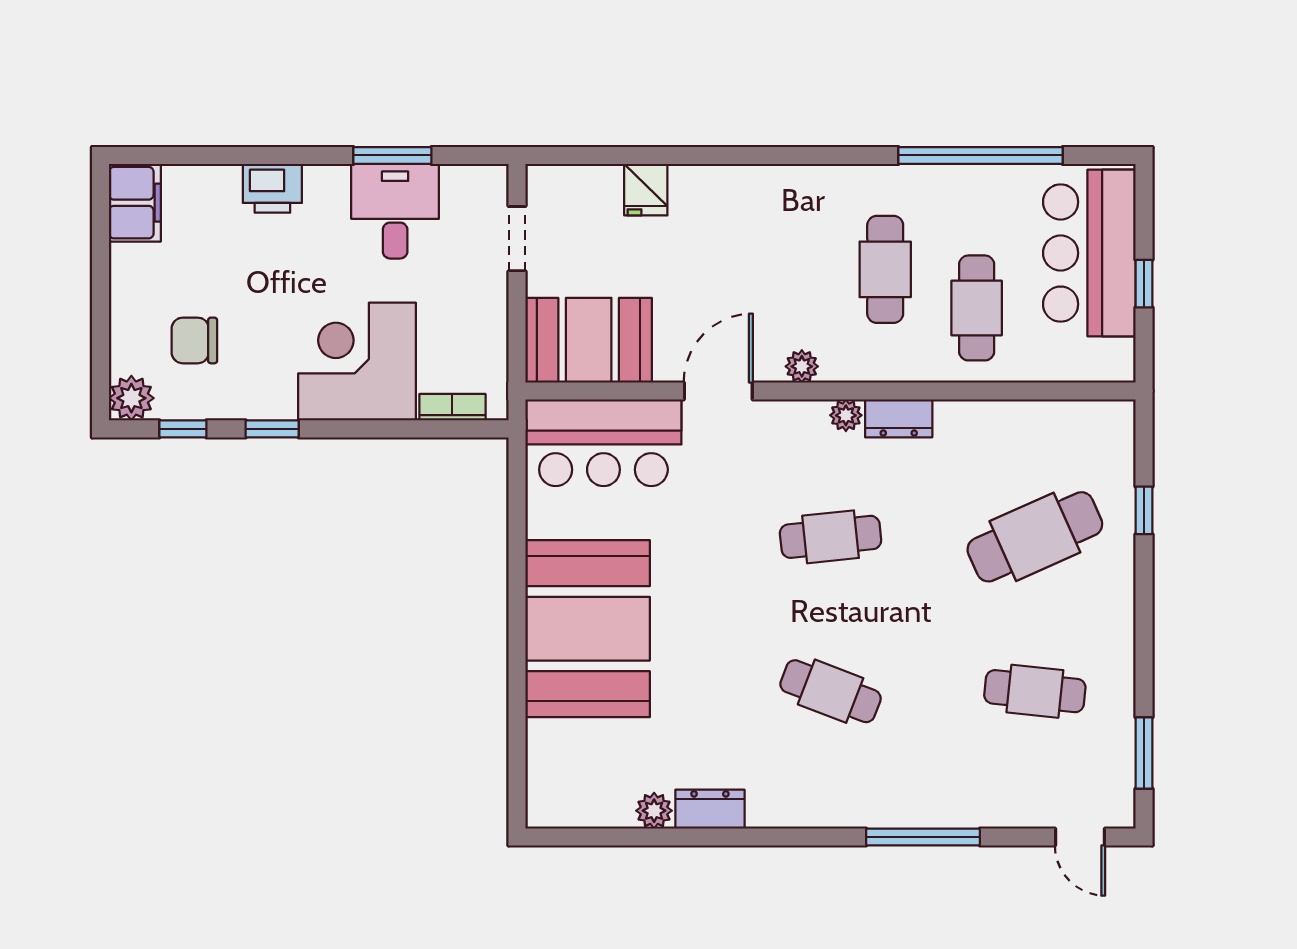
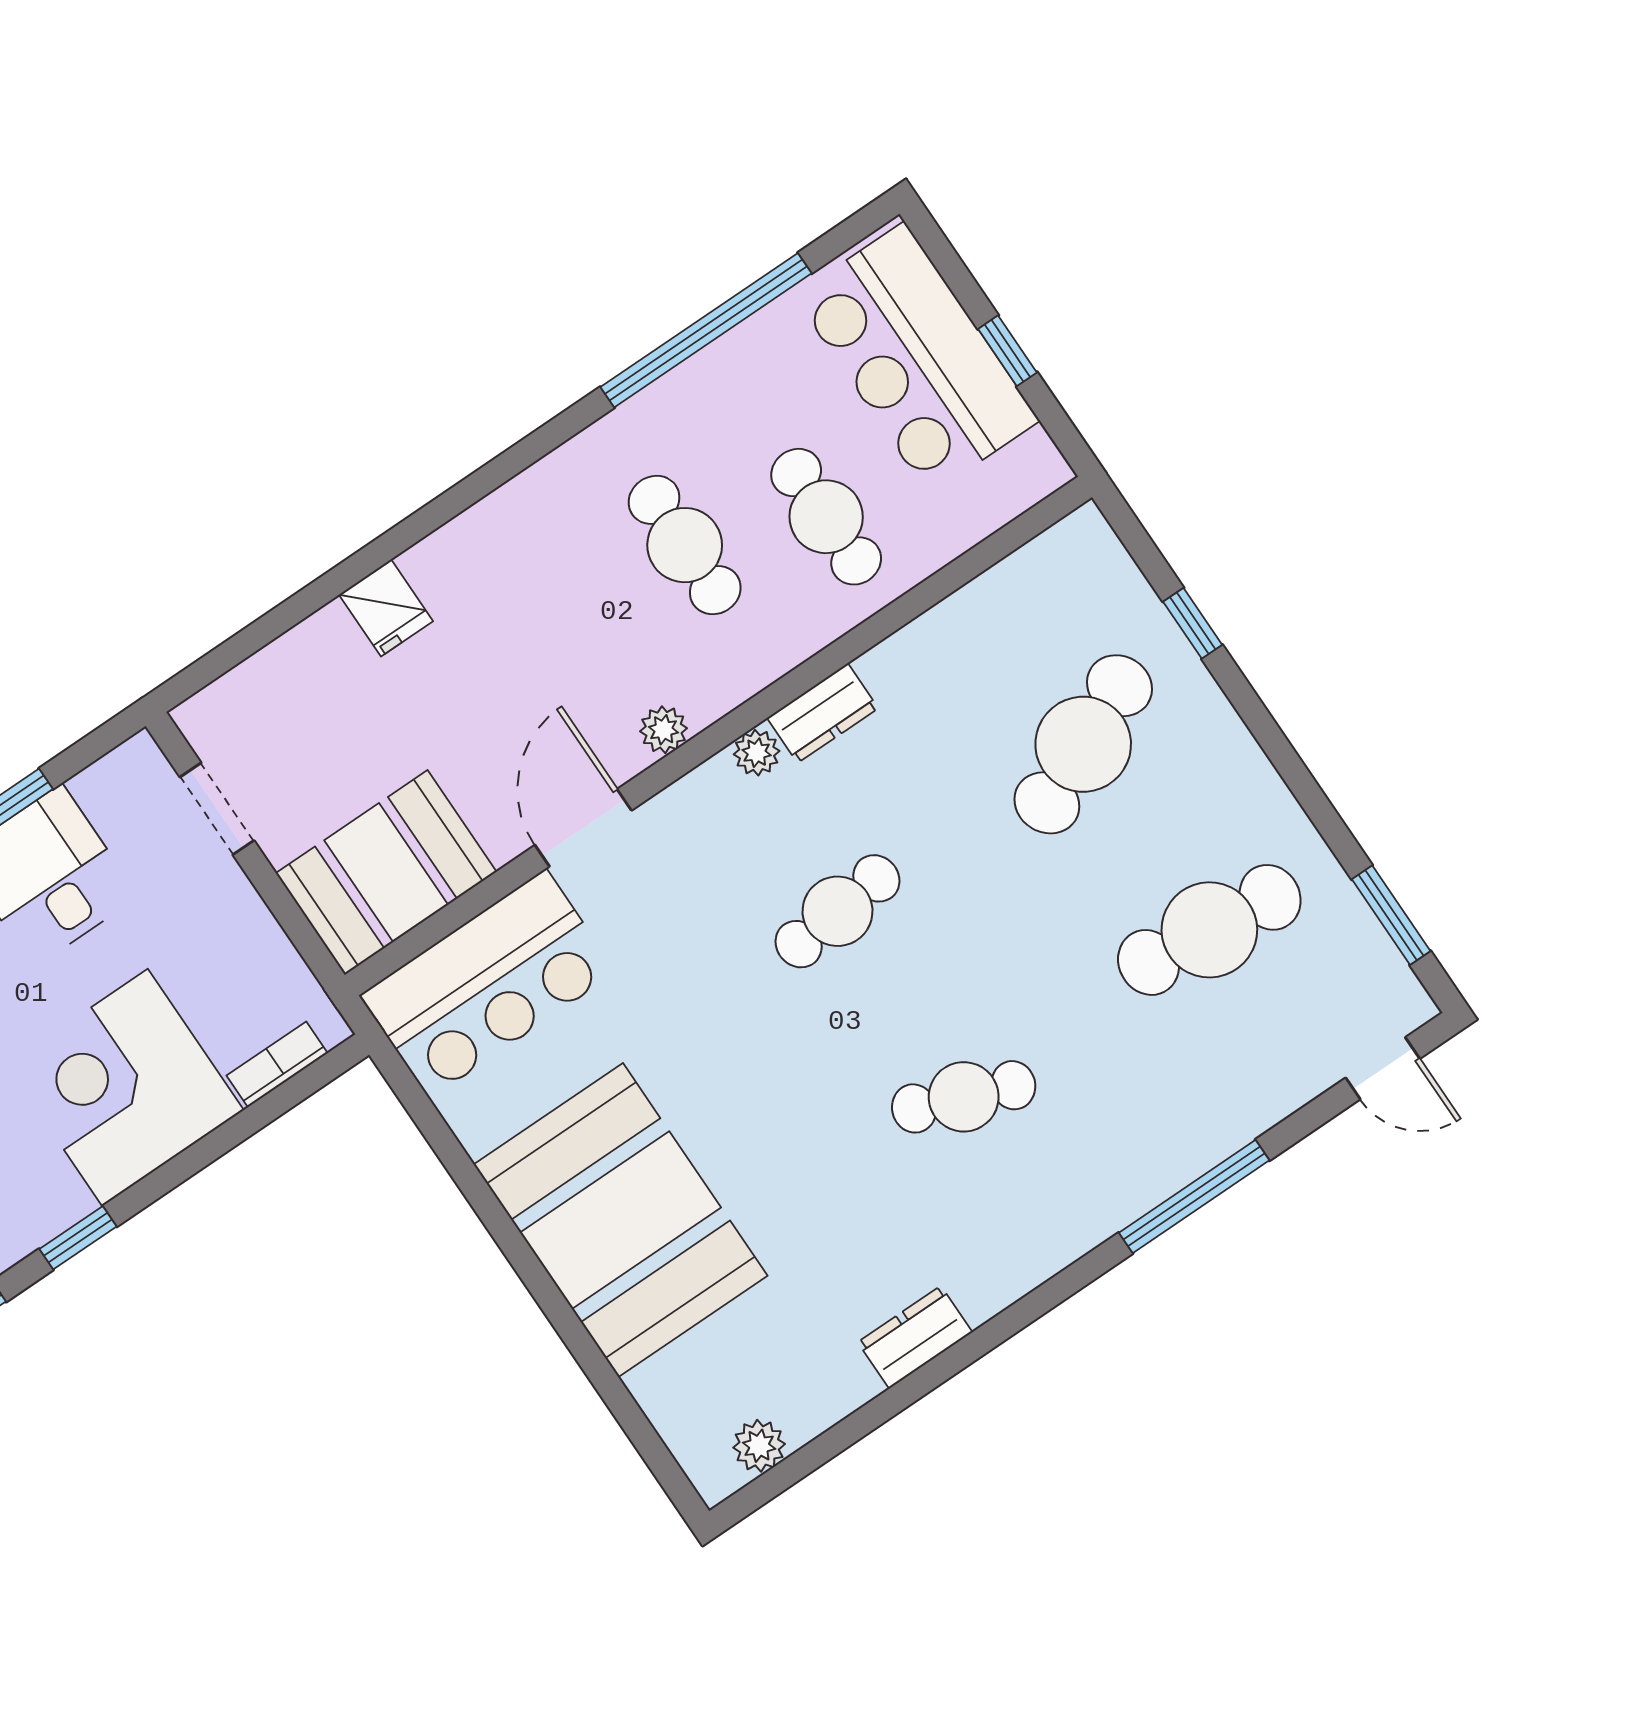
fridge: (646, 190) -> (386, 608), moved
cafe table: (1035, 691) -> (1209, 930), width x1.37, depth x1.35
plant: (654, 811) -> (759, 1446), moved

